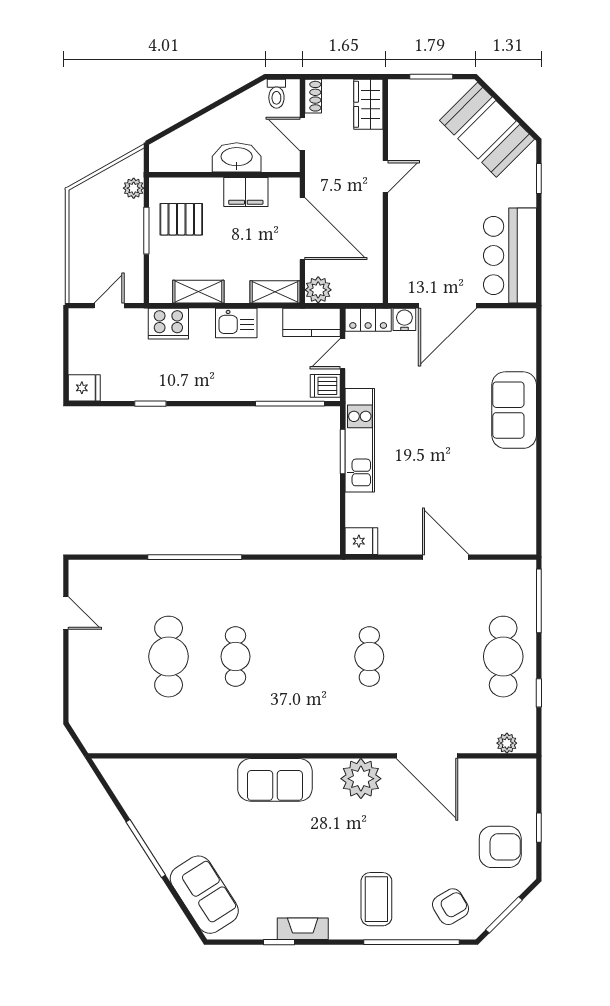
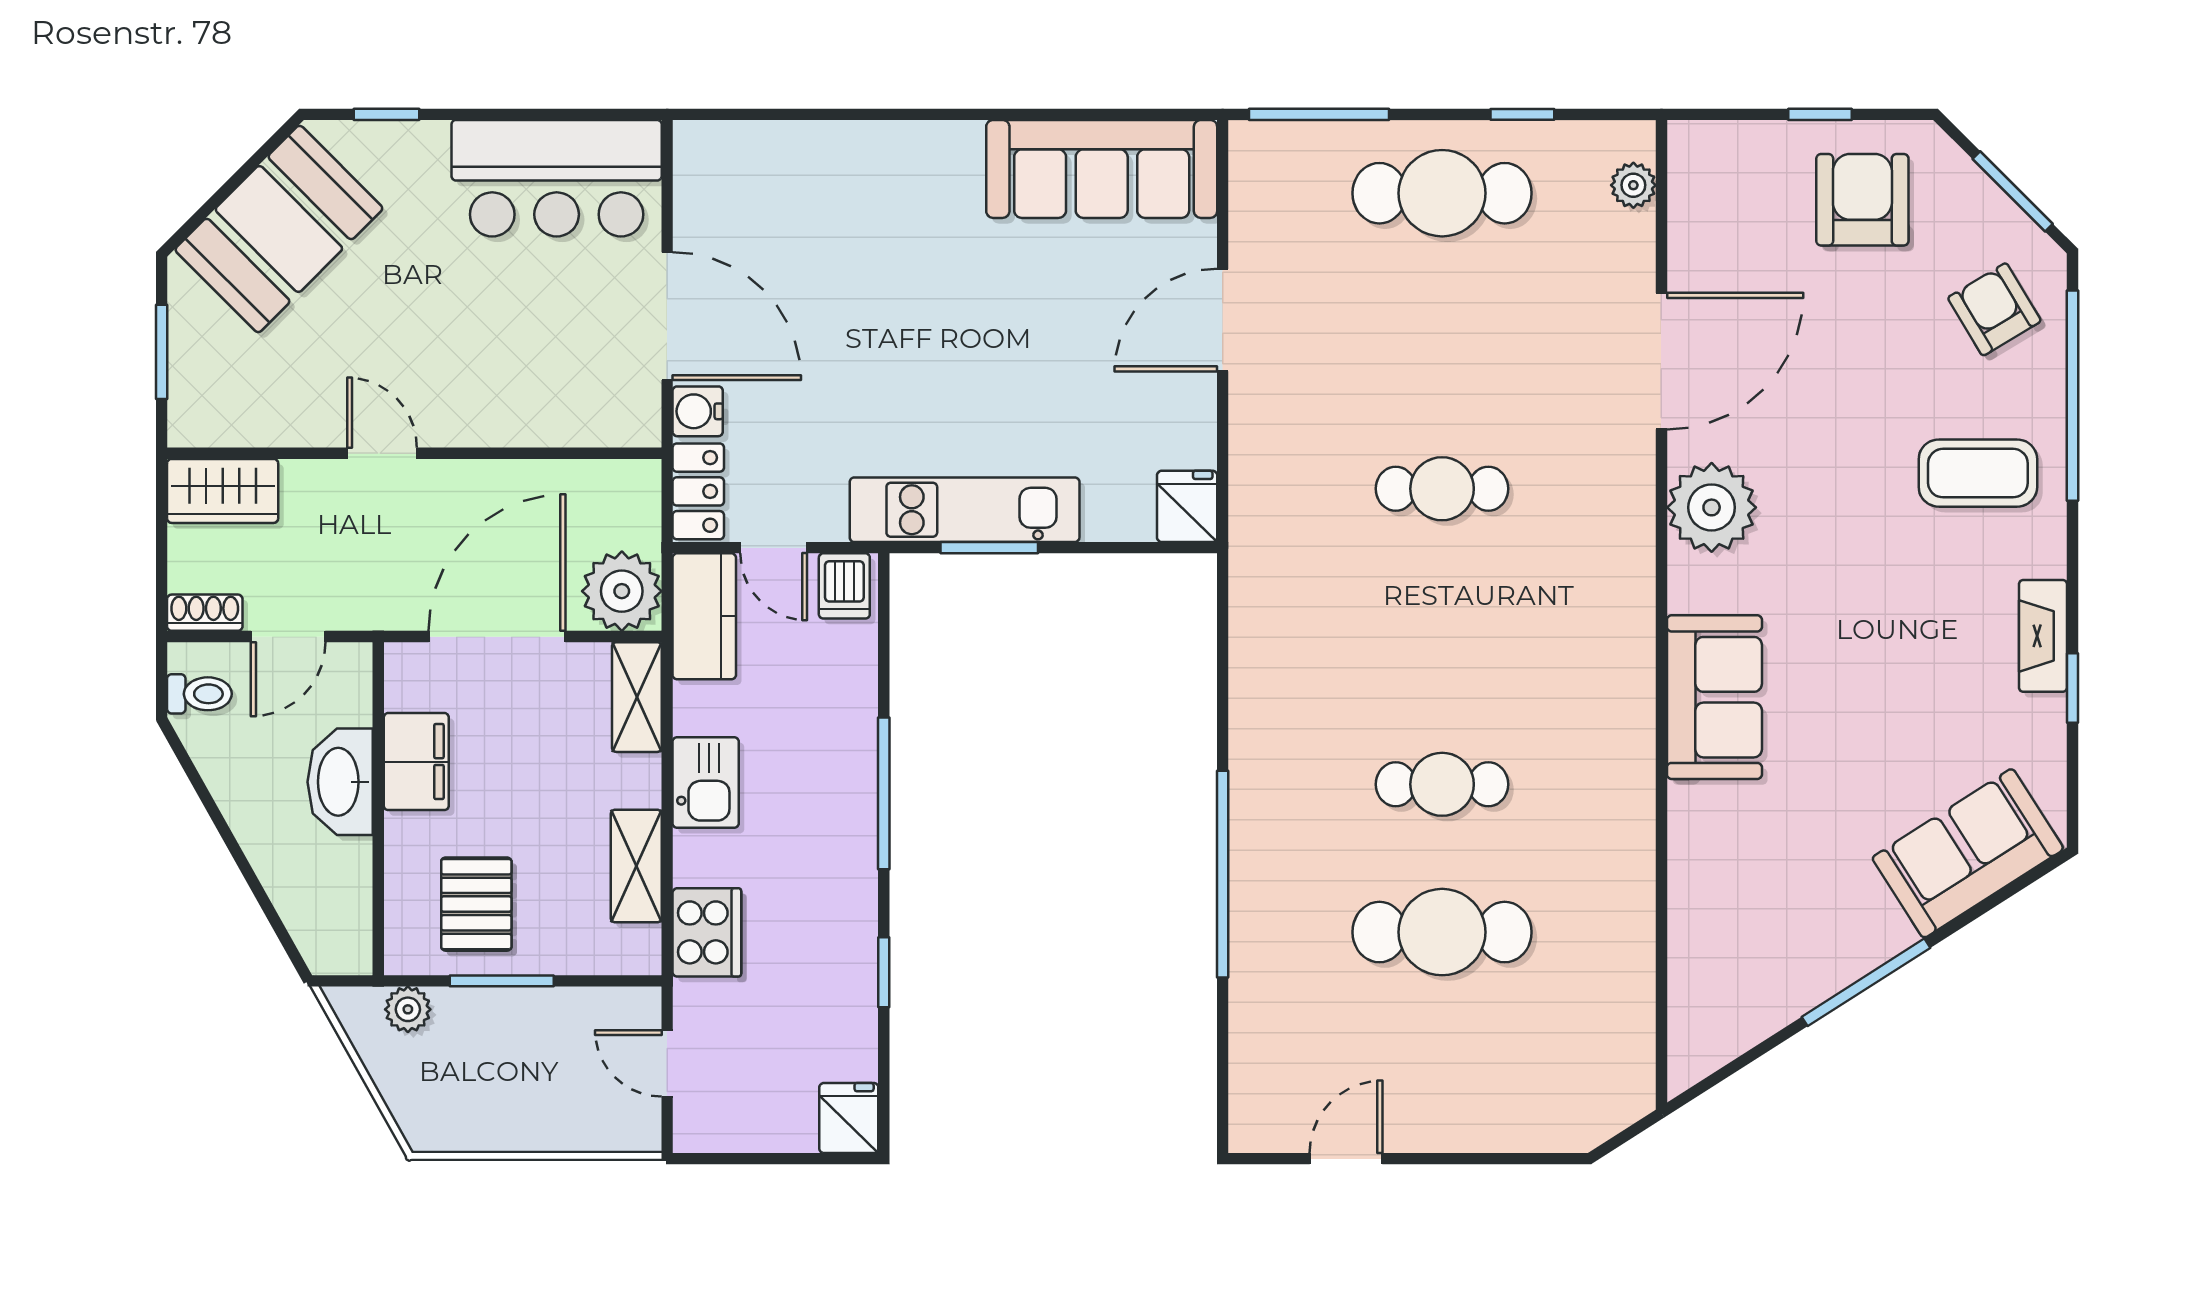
plant: (318, 290) -> (622, 591), width x1.36, depth x1.36
window: (290, 404) -> (884, 793), moved
sofa: (514, 410) -> (1102, 169), moved, width x1.36

